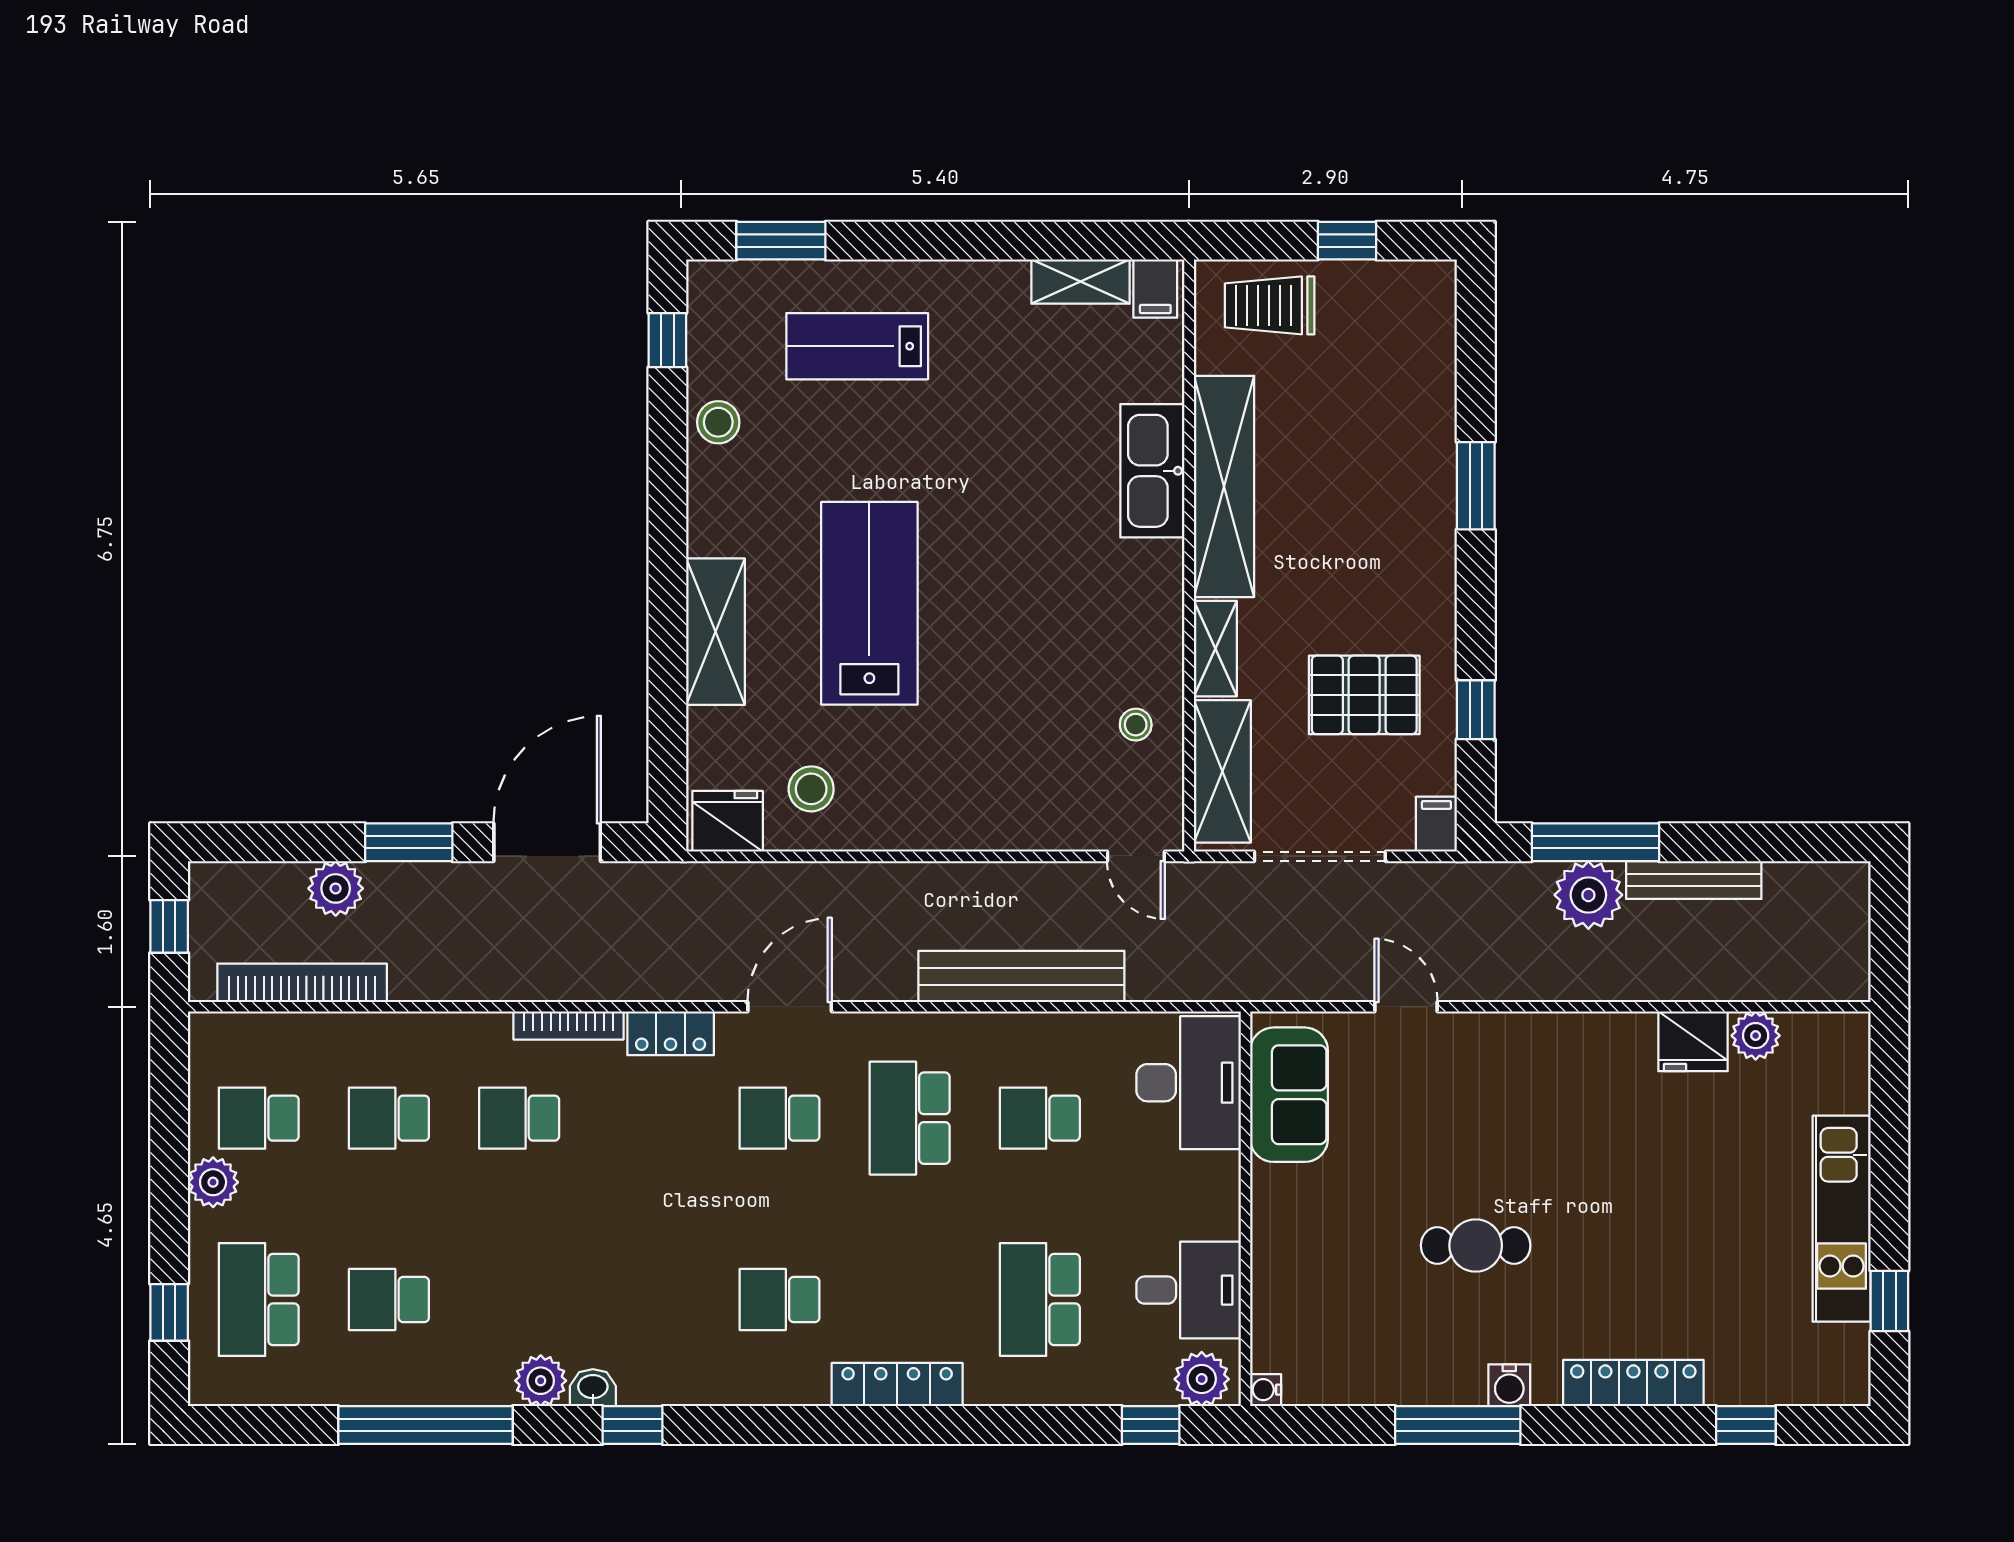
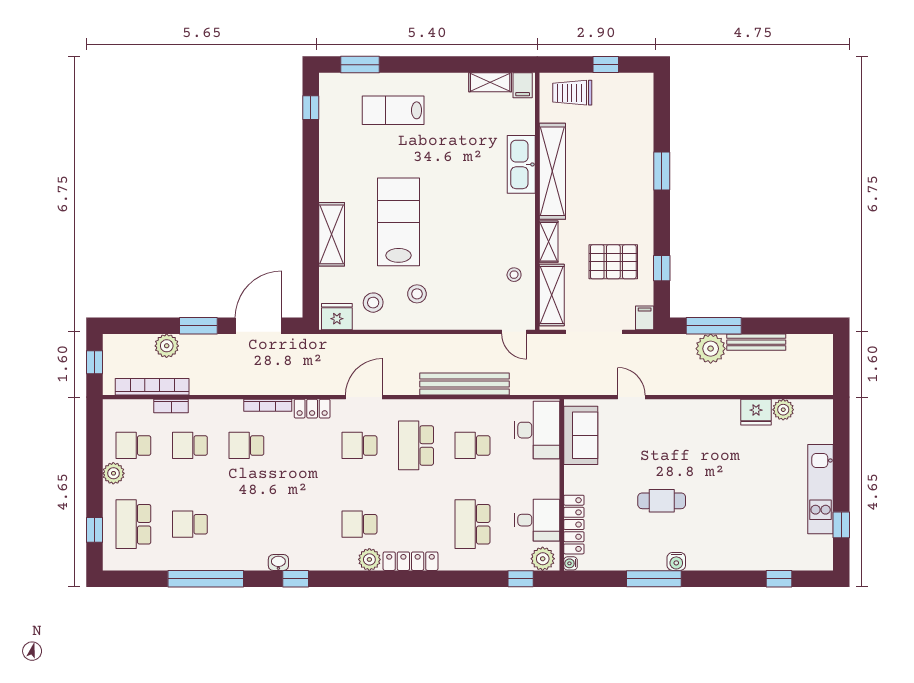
stool: (718, 422) -> (417, 294), moved
bookcase: (346, 1027) -> (171, 406), added
plant: (541, 1381) -> (369, 559), moved
locker: (1633, 1383) -> (574, 525), moved, turned 90

